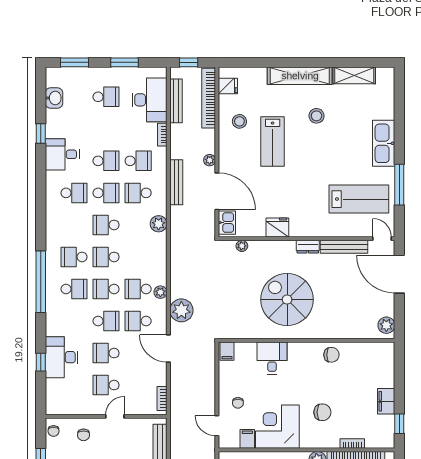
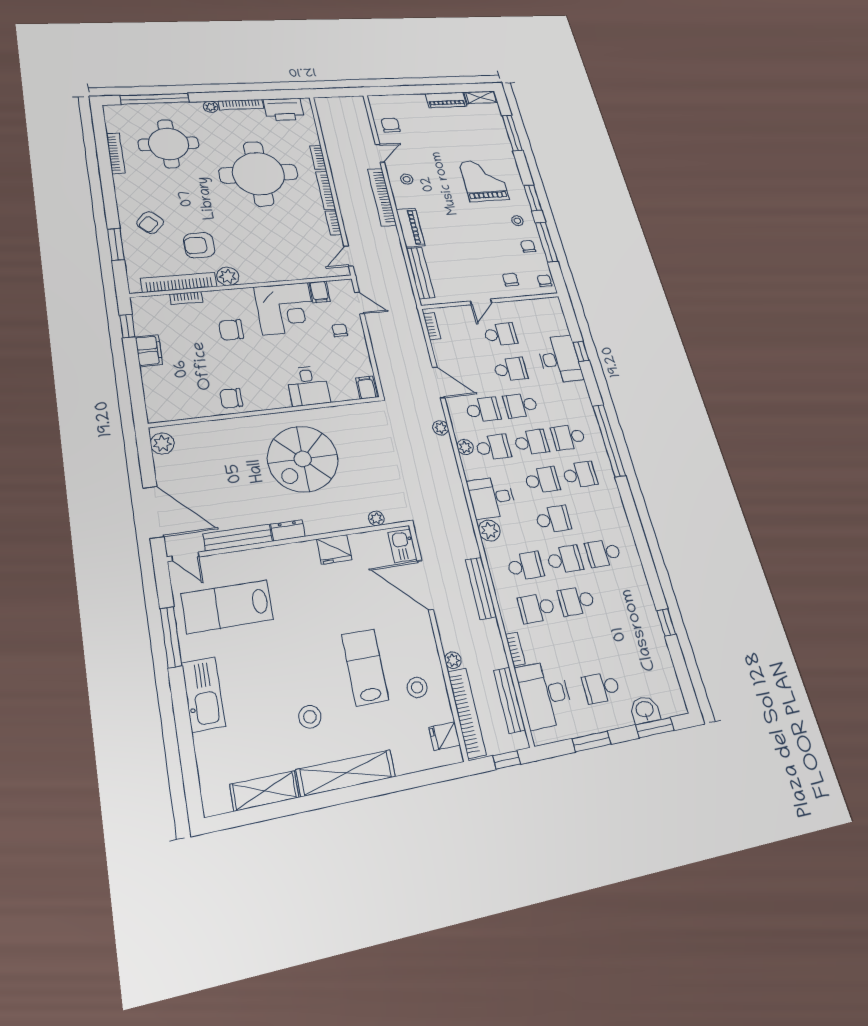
washbasin: (54, 98) -> (645, 710), moved, turned 90
desk: (62, 154) -> (492, 498), moved, turned 180
plant: (210, 160) -> (453, 660), moved
school desk: (106, 193) -> (565, 559), turned 180
spiral stairs: (287, 299) -> (303, 459), turned 90
plant: (181, 310) -> (441, 428), width x0.53, depth x0.53

